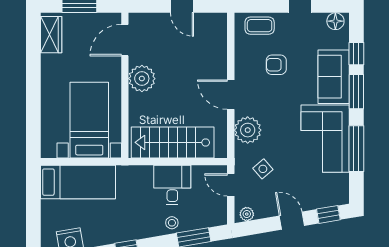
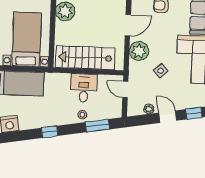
door: (231, 95) -> (128, 25), swing flipped
side table: (263, 169) -> (161, 71), moved
plant: (247, 214) -> (149, 109), moved

